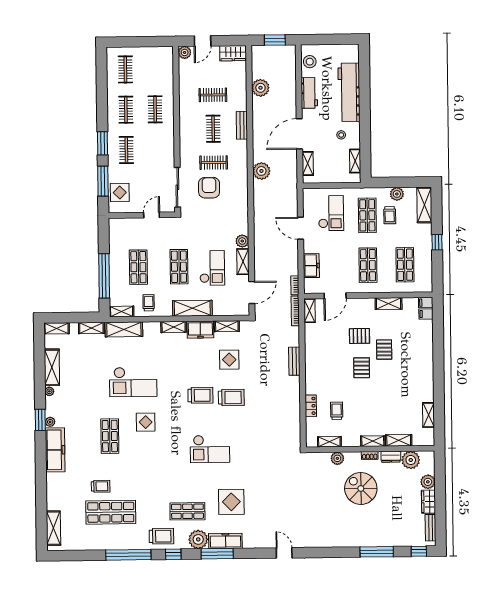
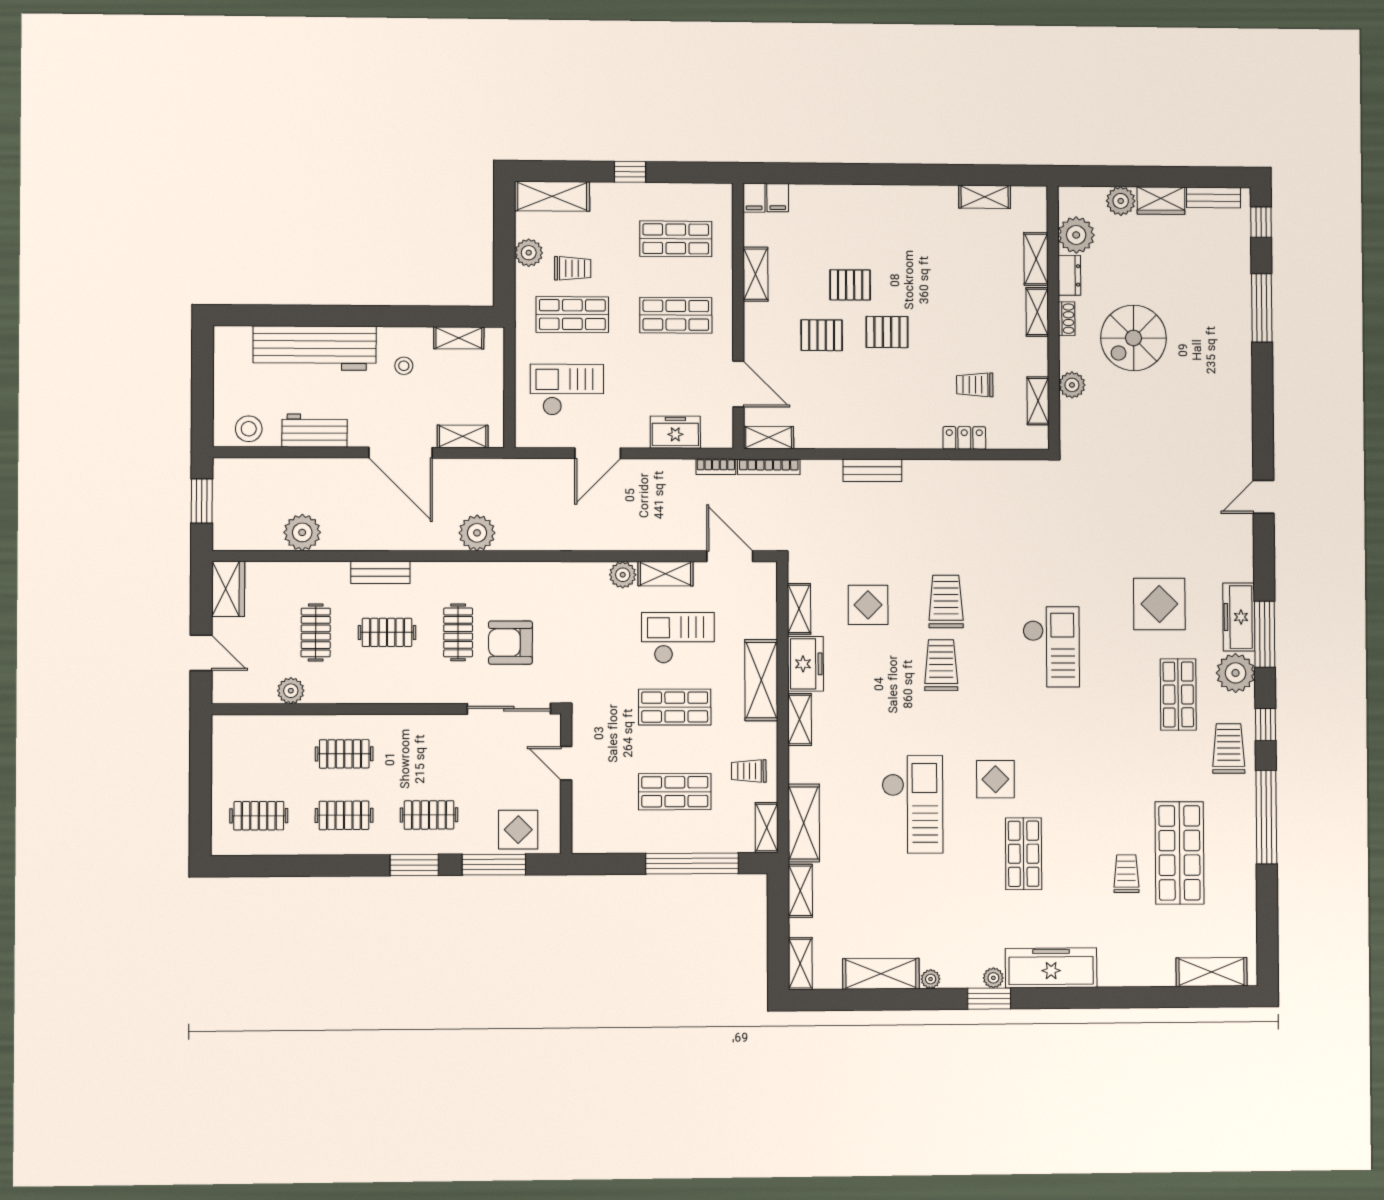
plant: (185, 52) -> (291, 691), moved
pallet: (359, 336) -> (822, 335), turned 90
shop shelf: (110, 436) -> (1024, 854), turned 90

